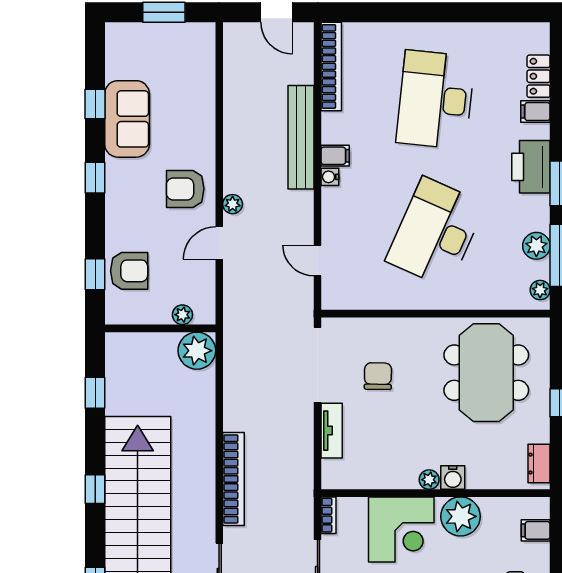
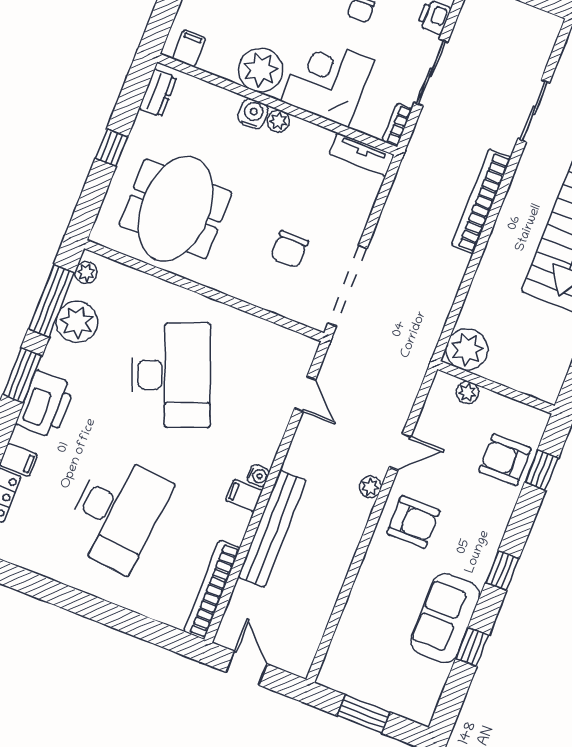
desk: (436, 232) -> (171, 375), turned -45
plant: (536, 246) -> (77, 322), width x1.36, depth x1.36
tv unit: (332, 431) -> (362, 154), moved, turned -90
filing cabinet: (536, 530) -> (189, 48), moved, turned -90

